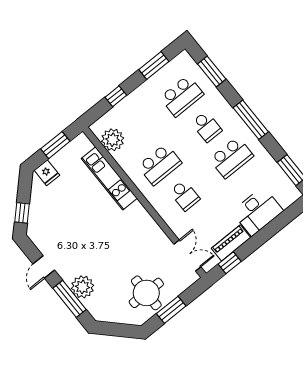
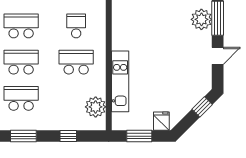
school desk: (207, 127) -> (21, 62), width x1.85

